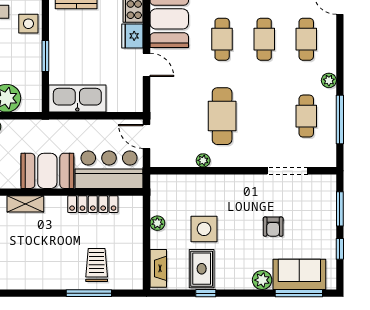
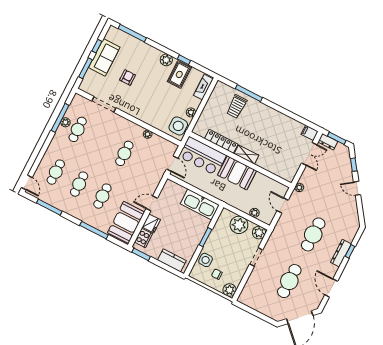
door: (146, 65) -> (152, 203), hinge flipped
plant: (329, 80) -> (65, 122), moved
cafe table: (222, 116) -> (124, 153), width x0.73, depth x0.74
shelving: (25, 204) -> (246, 155), moved
side table: (204, 229) -> (178, 126), moved
sofa: (299, 274) -> (104, 57), moved, turned -90
plant: (262, 280) -> (166, 60), moved

